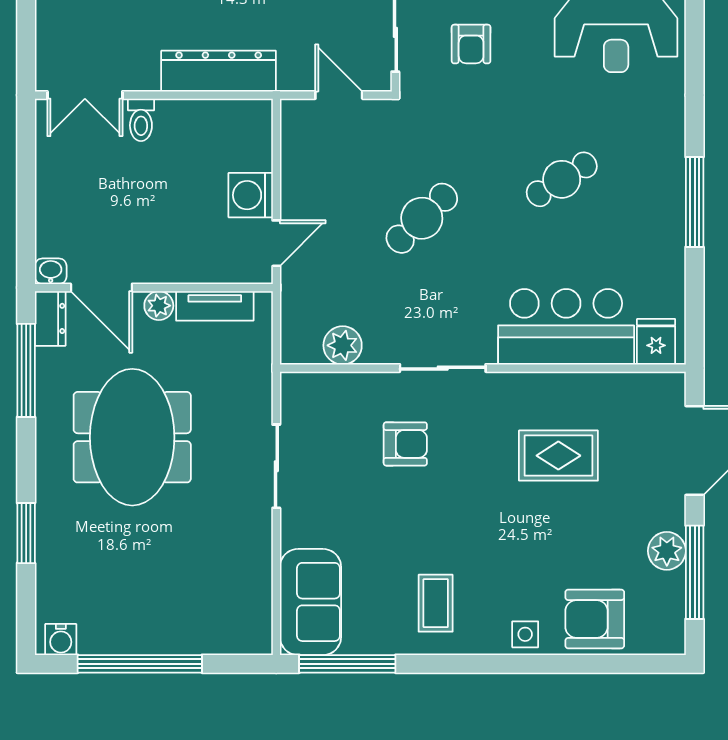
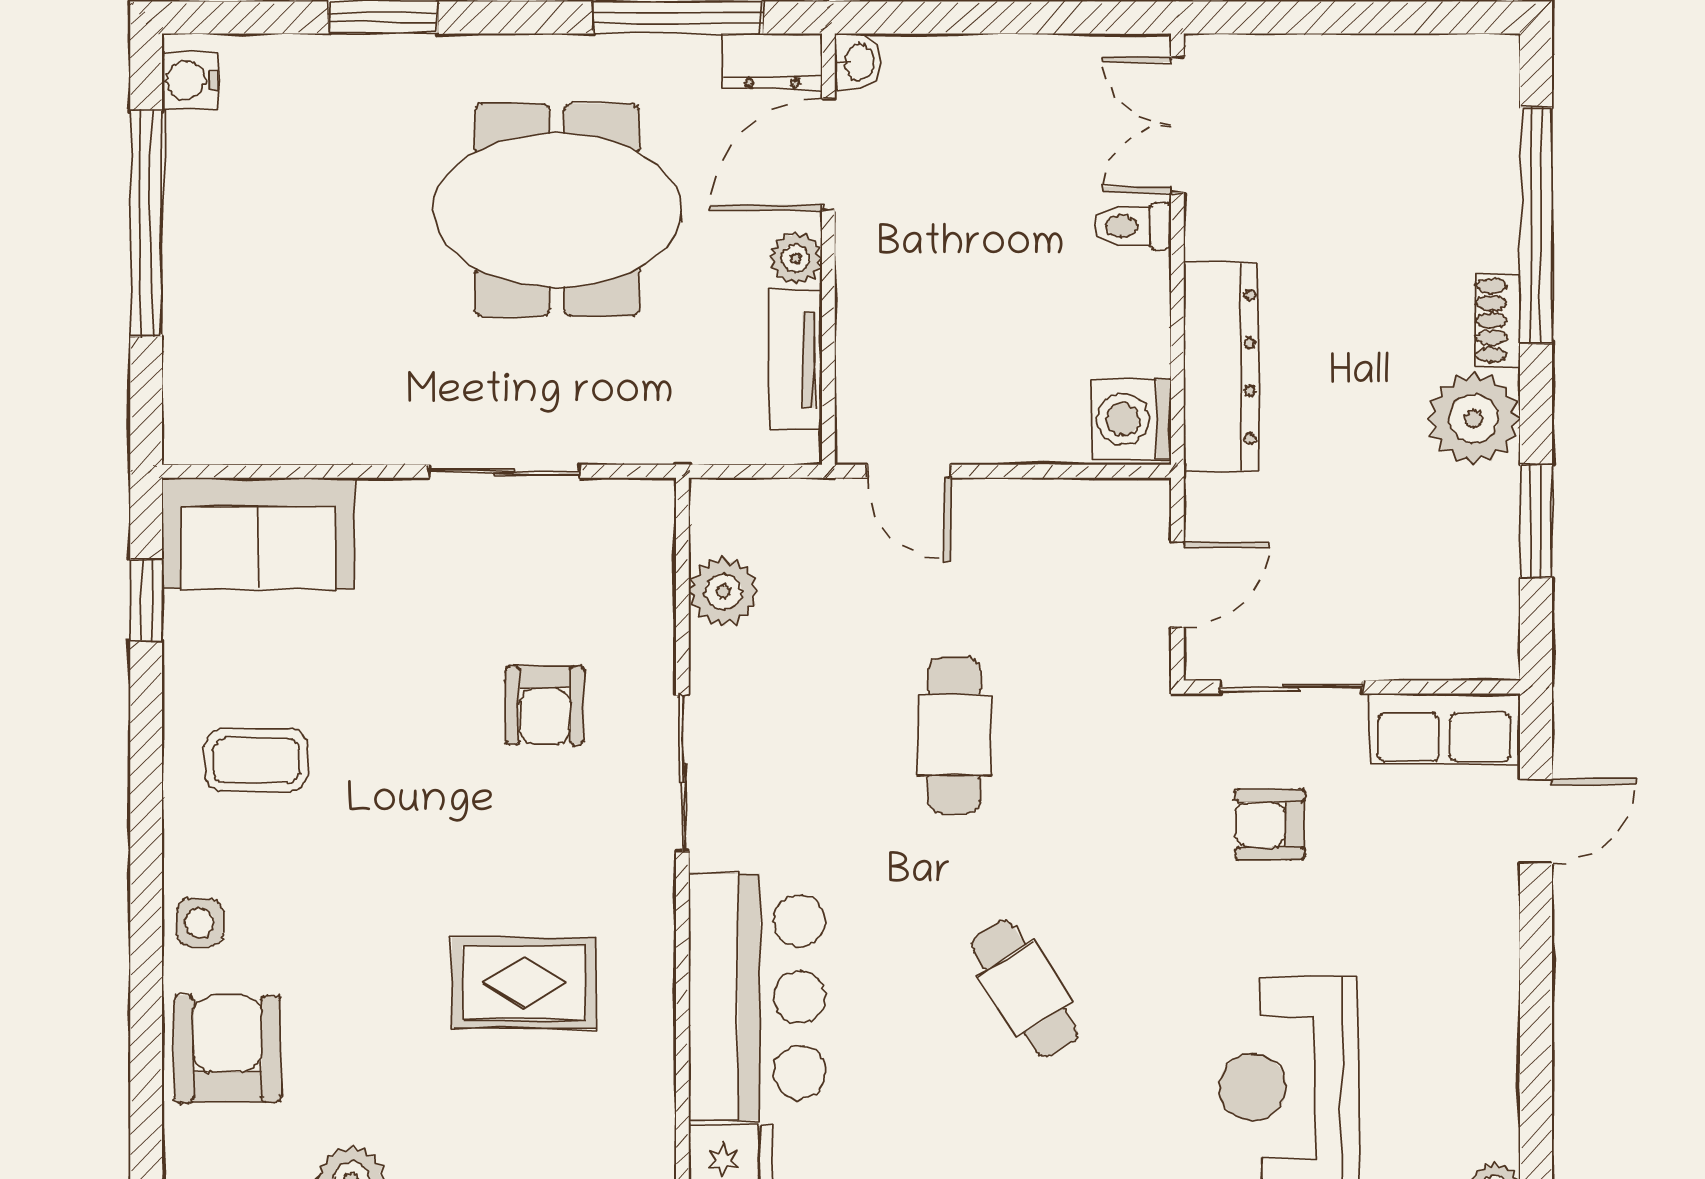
washing machine: (251, 195) -> (1131, 419), moved, turned -90
cafe table: (422, 218) -> (954, 735), turned 44
rug: (558, 456) -> (524, 983), turned 90
window: (347, 664) -> (146, 600), width x0.46

